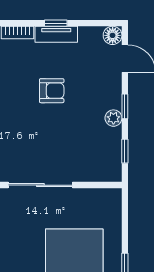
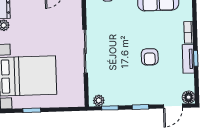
plant: (113, 118) -> (99, 100), moved

